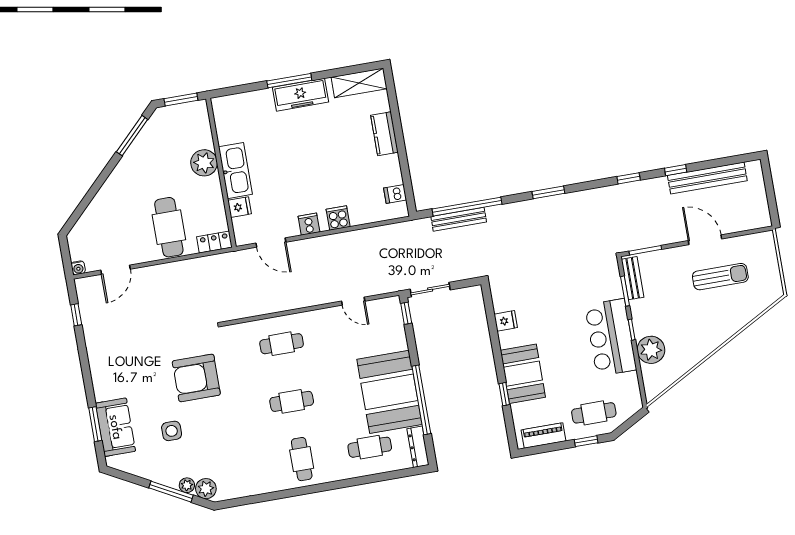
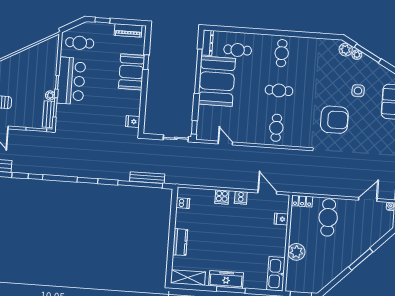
window: (132, 136) -> (361, 259), moved
kitchen sink: (235, 171) -> (276, 274), moved
fridge: (506, 321) -> (133, 122), moved
cafe table: (282, 344) -> (276, 128), turned 90
plant: (651, 350) -> (50, 95), moved, width x0.53, depth x0.53
cafe table: (594, 413) -> (80, 43), moved

